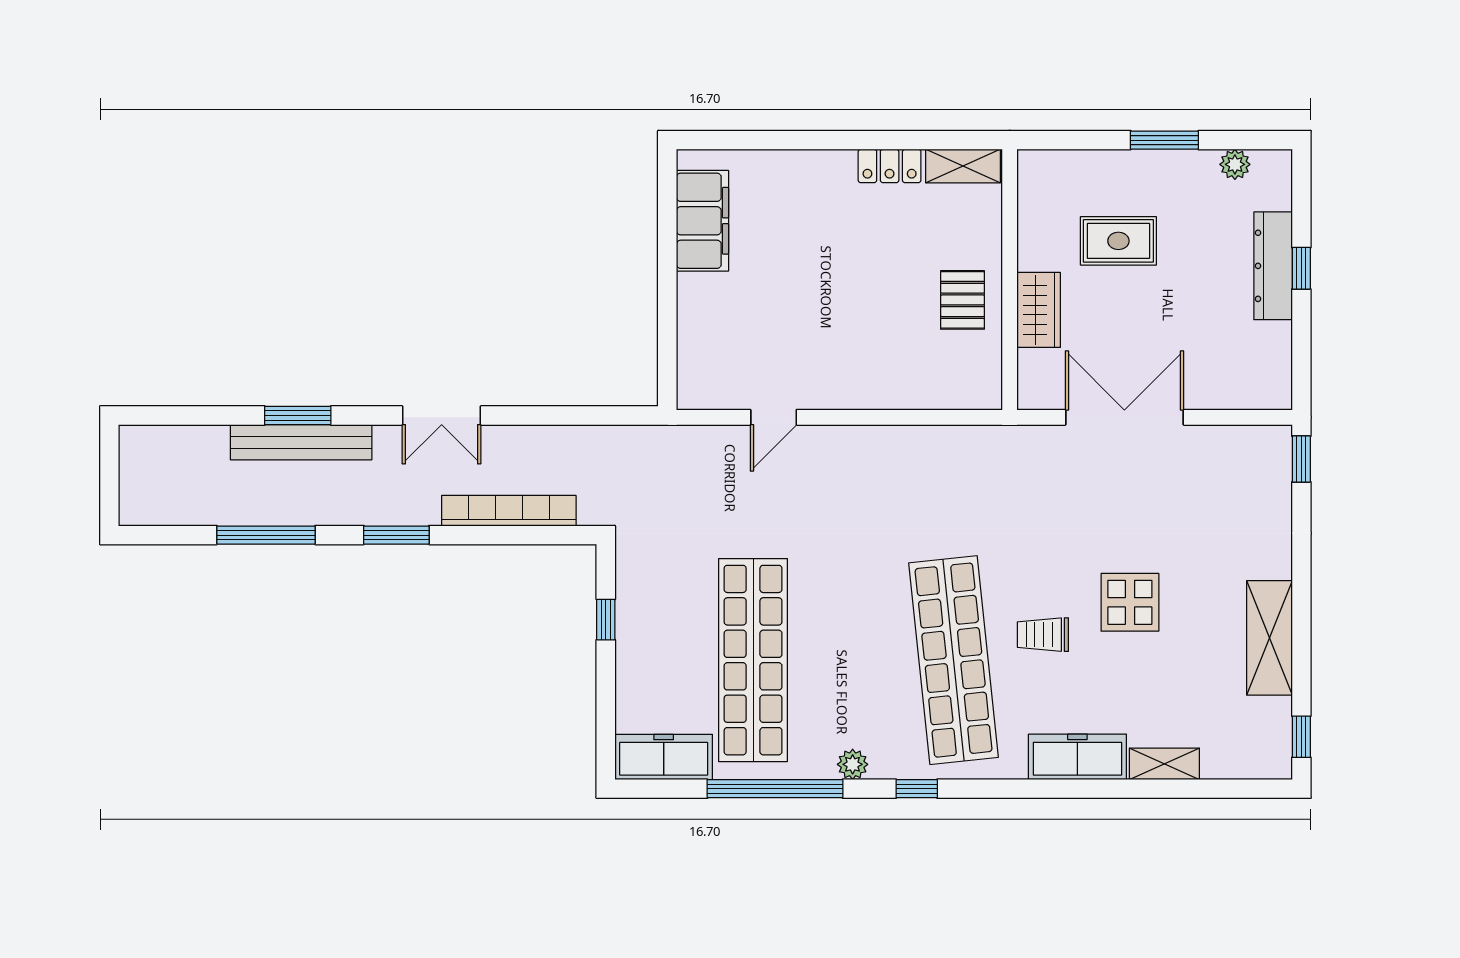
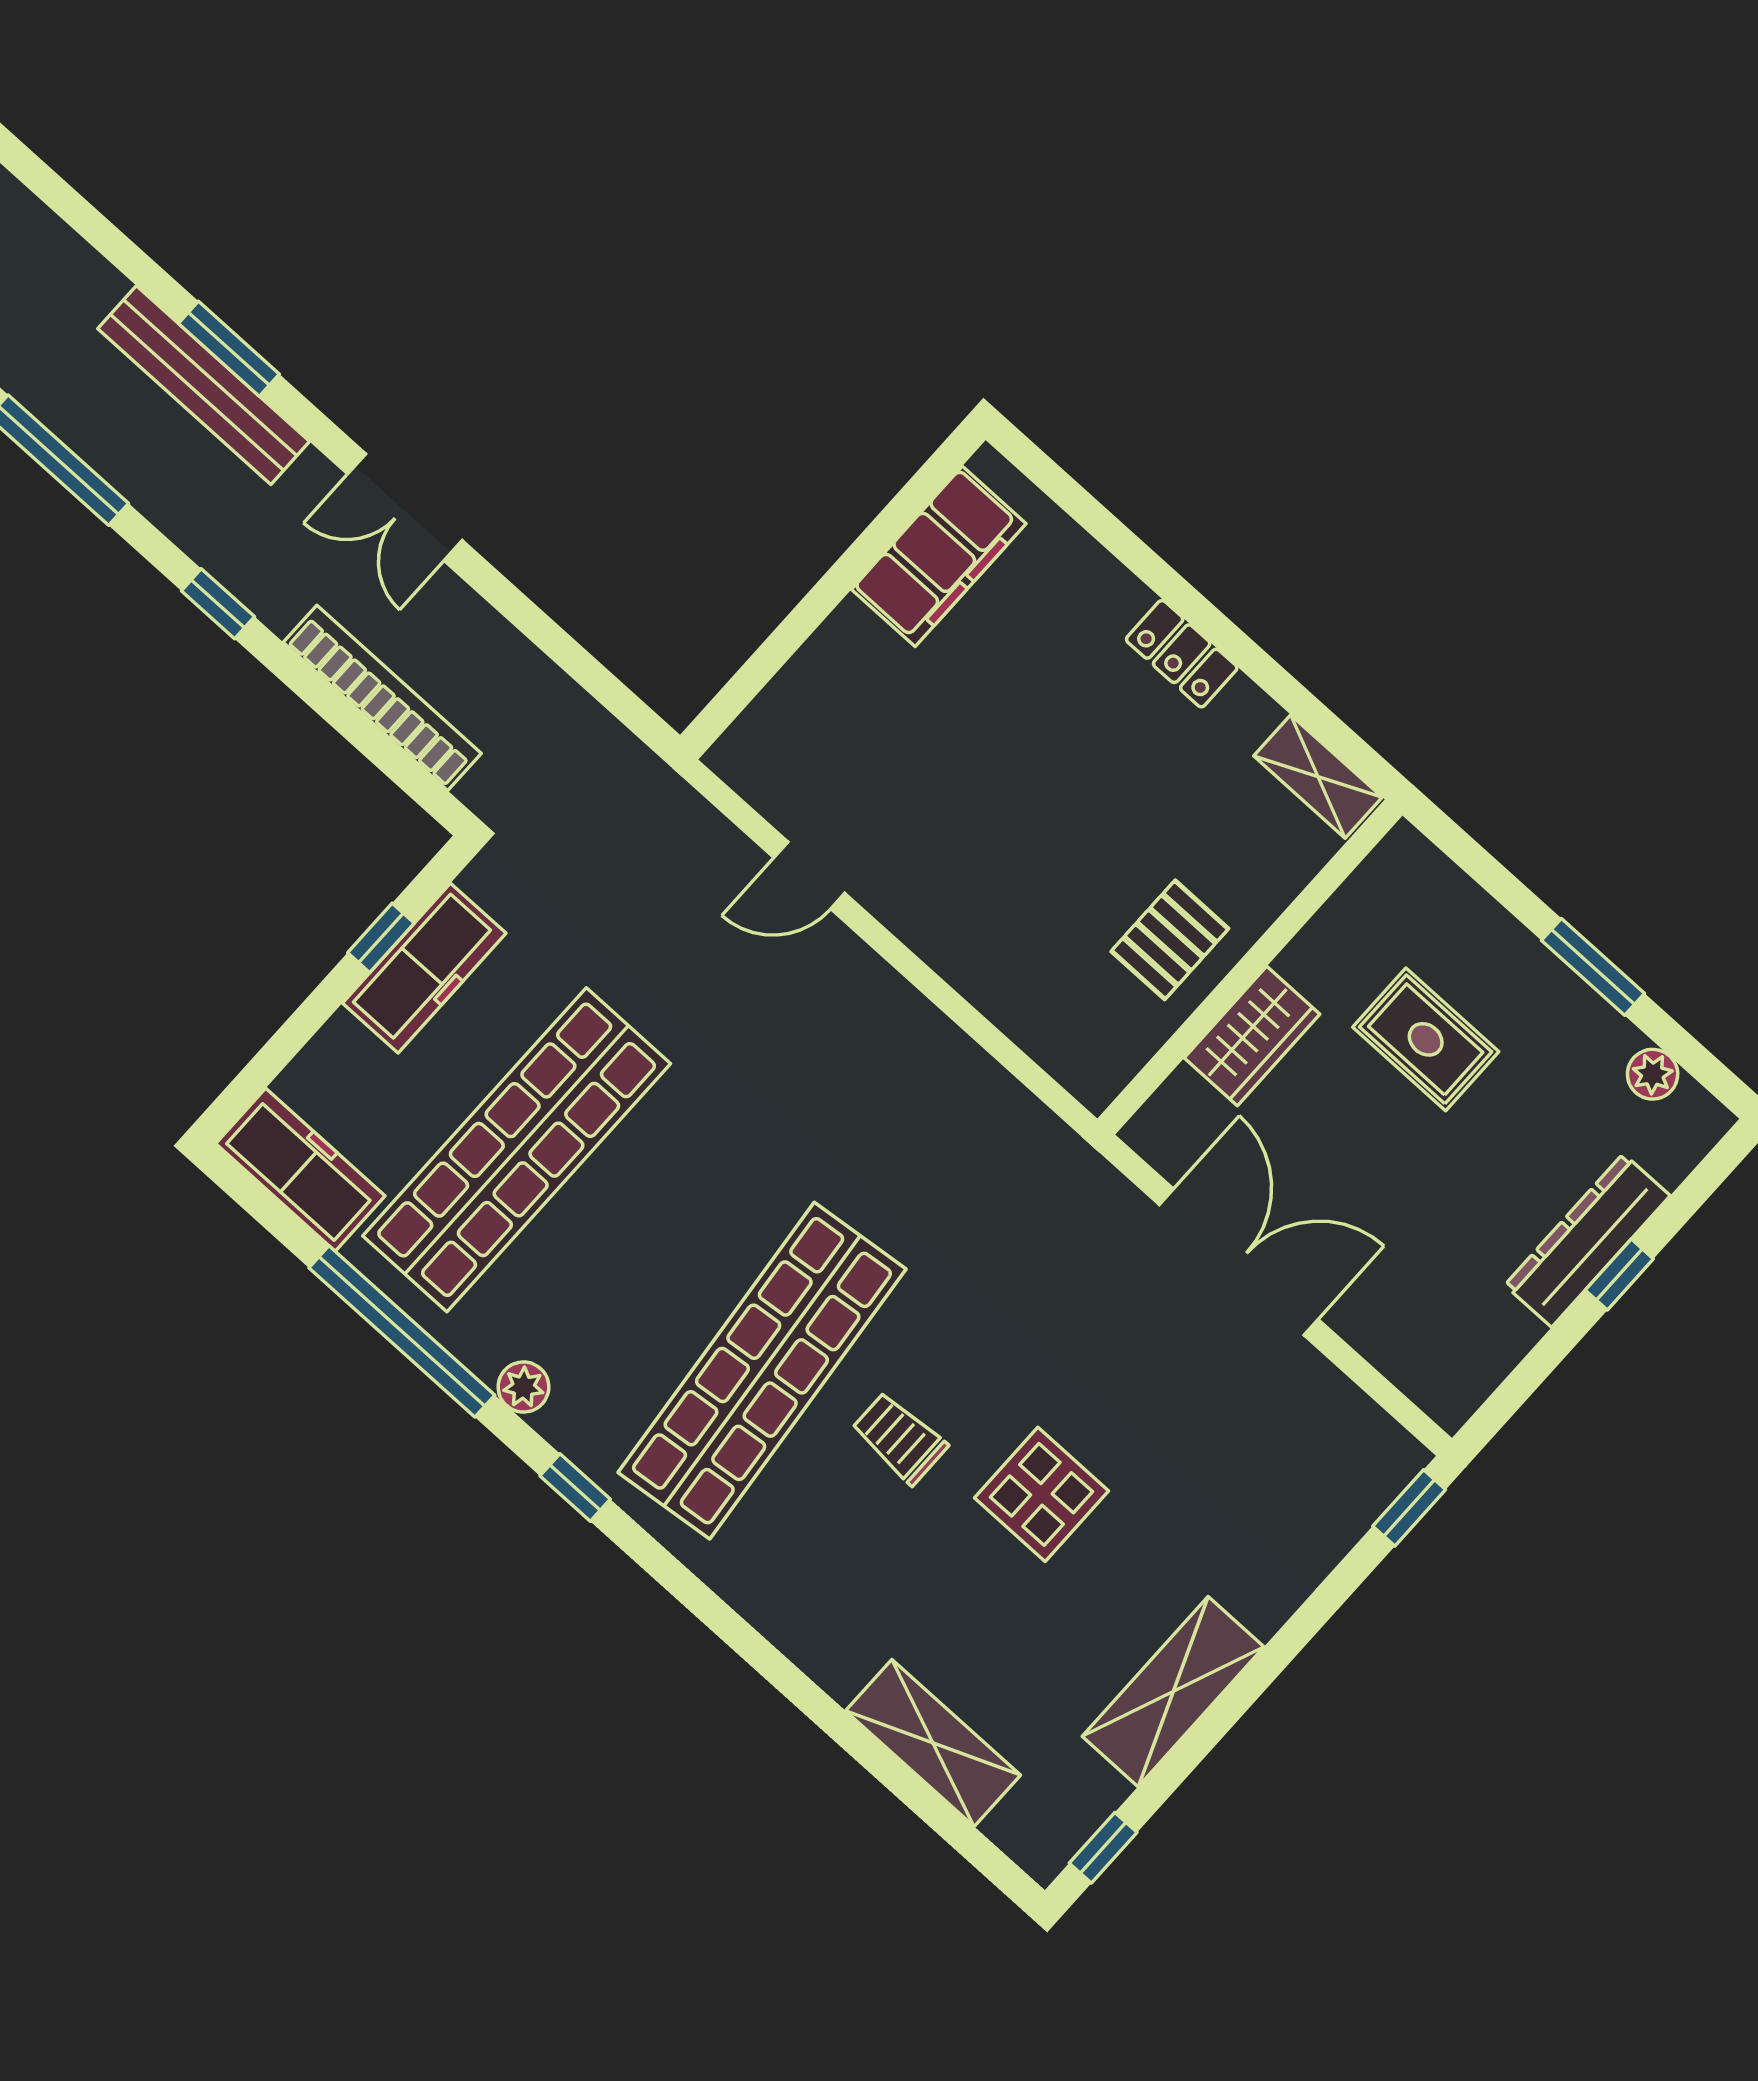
locker: (890, 166) -> (1182, 654), moved
window: (396, 535) -> (218, 604), width x0.67
freezer: (1077, 757) -> (424, 968), moved, turned 90
shelving: (1164, 764) -> (933, 1743), width x1.50, depth x1.33

